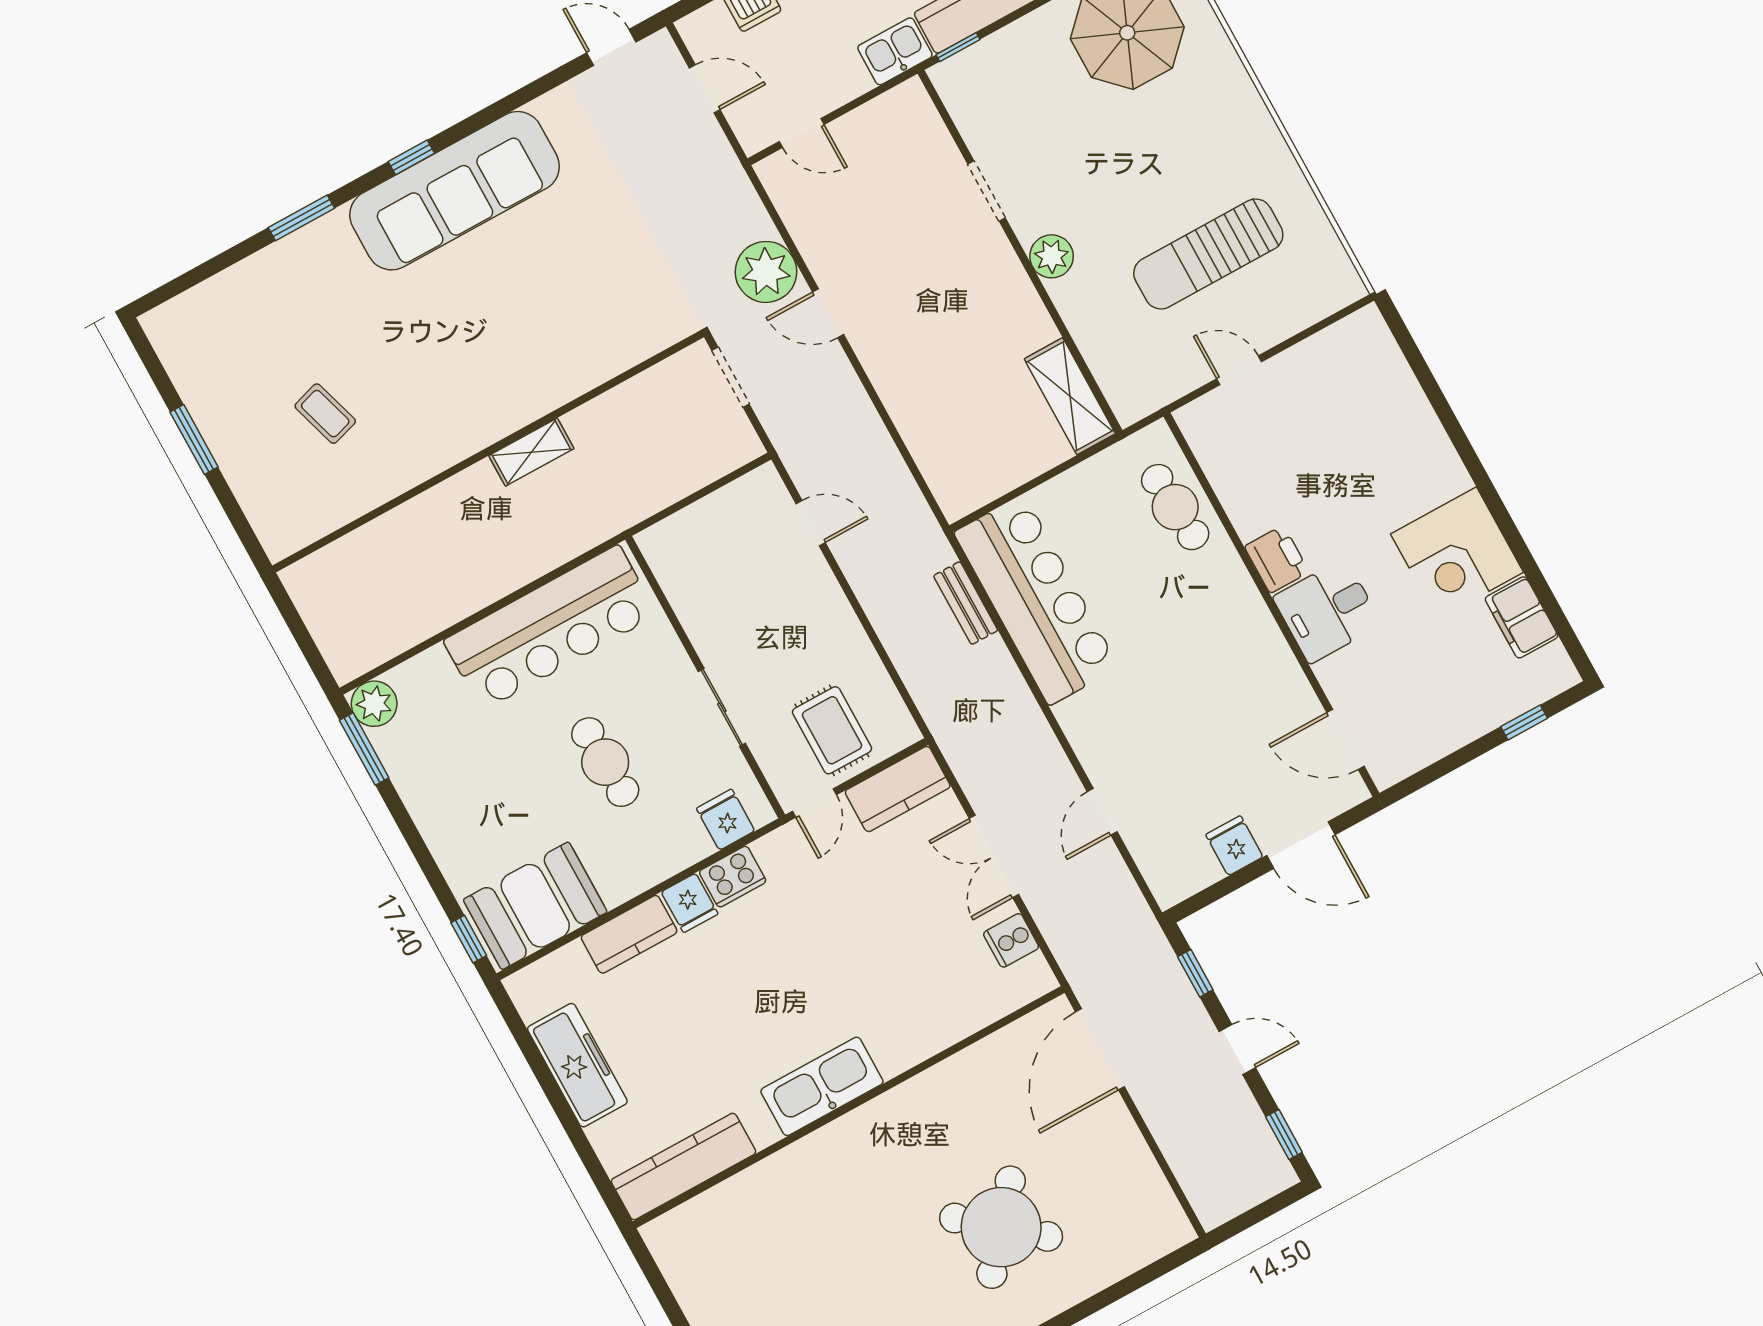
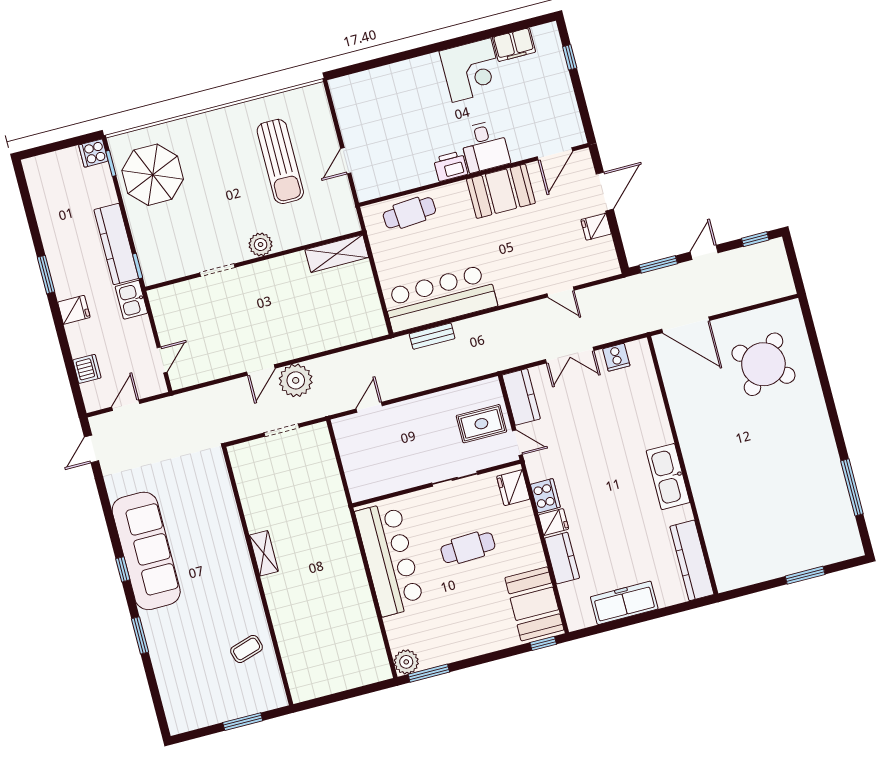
plant: (766, 272) -> (296, 380), moved
wall: (488, 451) -> (258, 576), moved
shelving: (531, 452) -> (264, 553), moved
booth: (1255, 660) -> (501, 191), added
fridge: (726, 820) -> (513, 488), width x1.38
window: (1195, 973) -> (658, 264), width x1.50
round table: (1001, 1227) -> (763, 364), moved

